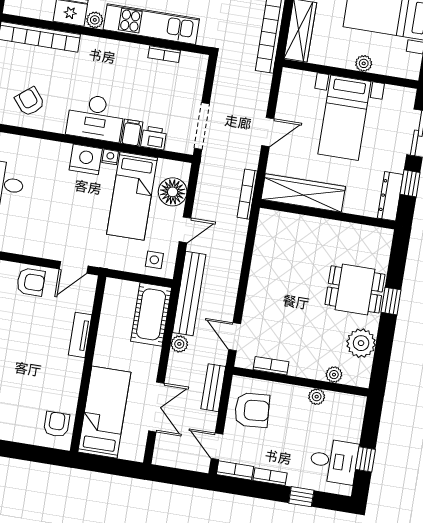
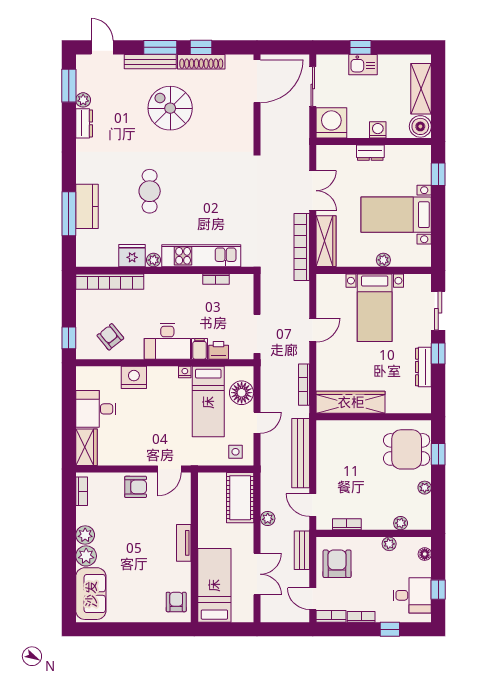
nightstand: (86, 159) -> (134, 377), moved
wardrobe: (303, 193) -> (351, 402), moved
wall: (328, 214) -> (374, 417), moved
bench: (189, 294) -> (301, 453), moved
tv unit: (80, 335) -> (184, 543), moved
plant: (361, 343) -> (425, 488), width x0.53, depth x0.53
armchair: (252, 410) -> (337, 564), turned -86
floor lamp: (356, 415) -> (425, 554), added

